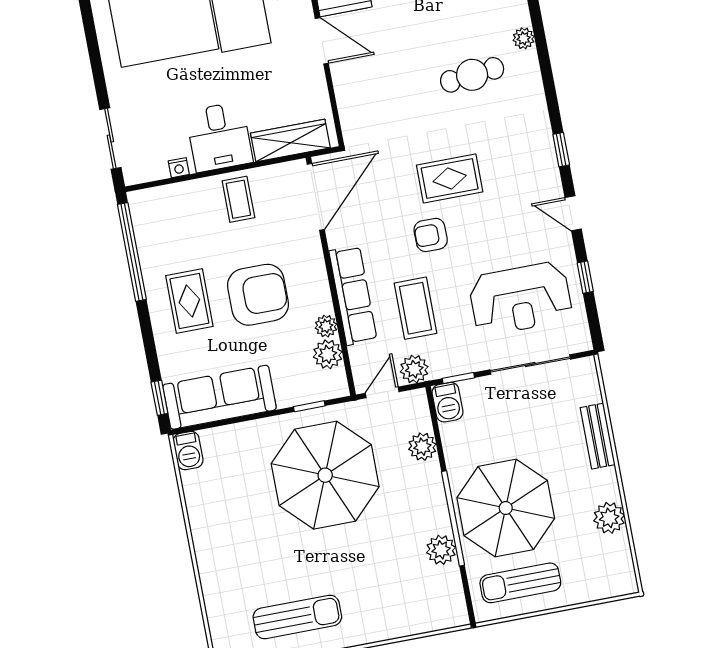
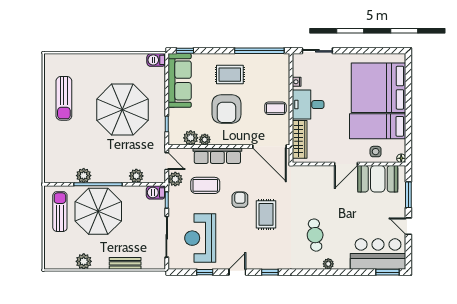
parasol: (325, 475) -> (122, 110), moved

